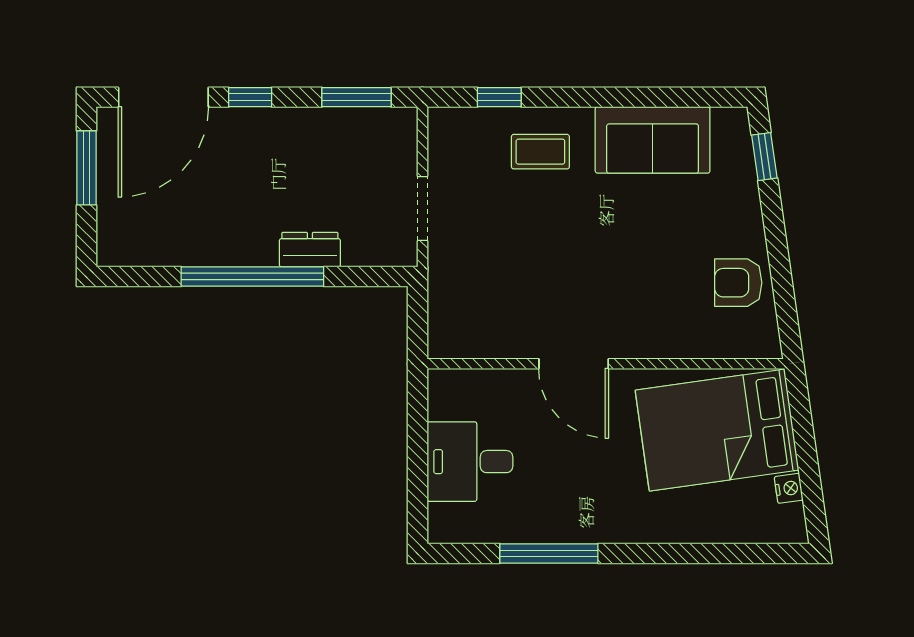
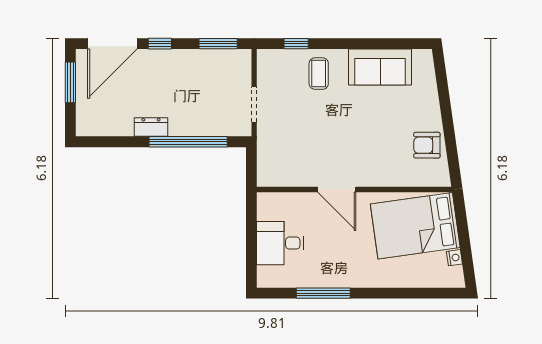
coffee table: (540, 152) -> (319, 74), turned 90
window: (764, 157) -> (441, 76), removed
dresser: (310, 250) -> (151, 127), moved
window: (252, 276) -> (188, 142), moved

